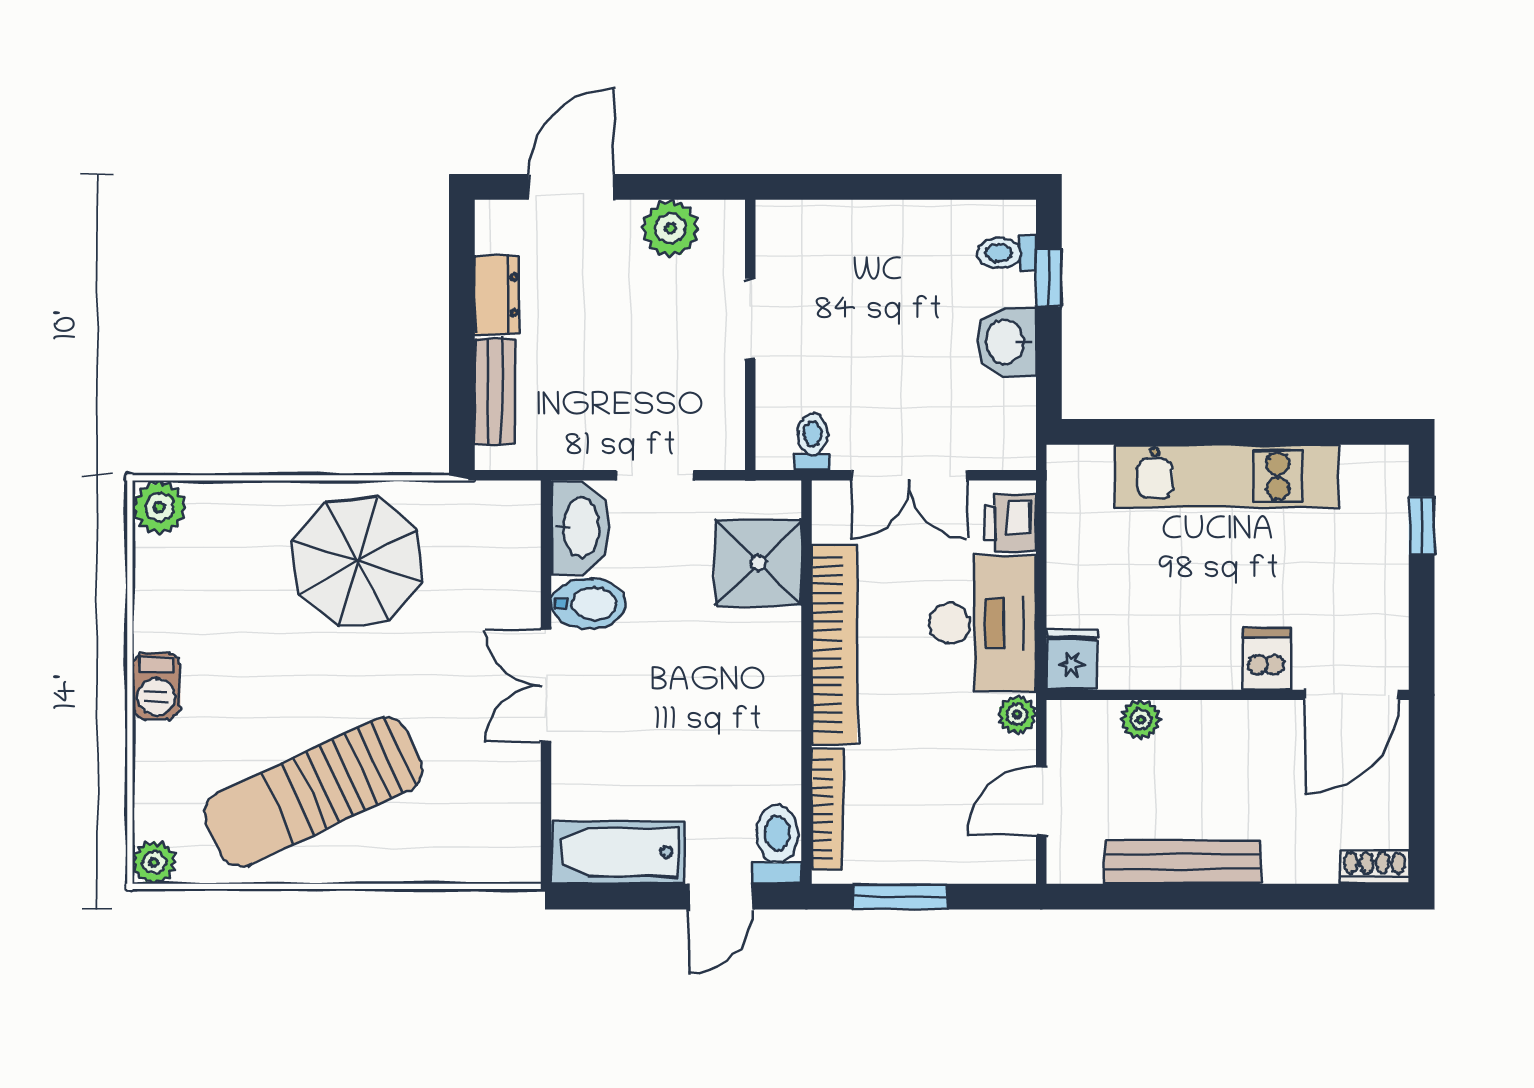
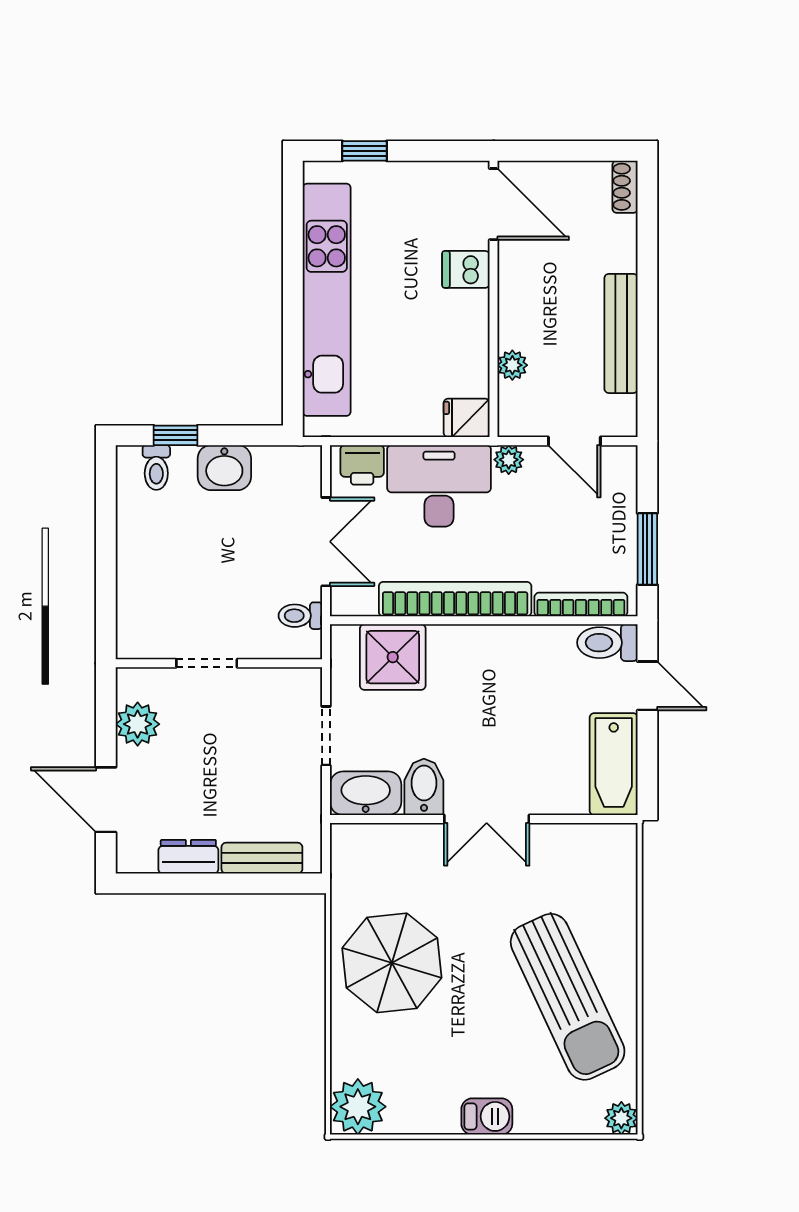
kitchen unit: (1226, 476) -> (327, 300), width x1.36
plant: (159, 507) -> (358, 1107), width x1.36, depth x1.36

